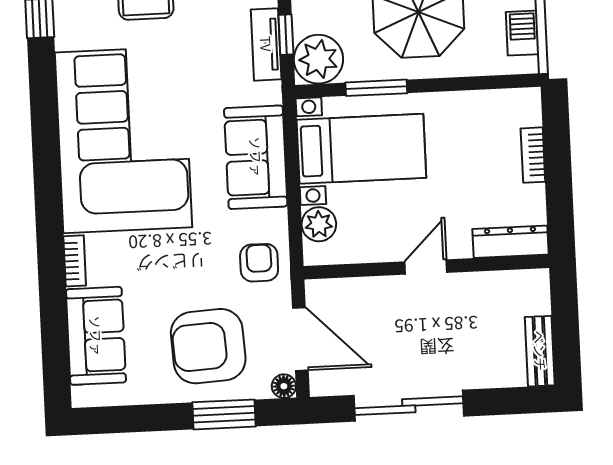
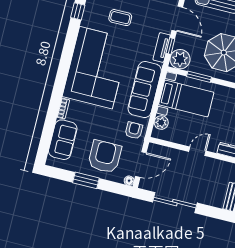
sofa: (256, 157) -> (145, 90), width x1.36
door: (300, 339) -> (141, 164), hinge flipped
armchair: (208, 346) -> (105, 157), turned 93
window: (224, 414) -> (86, 180), moved

